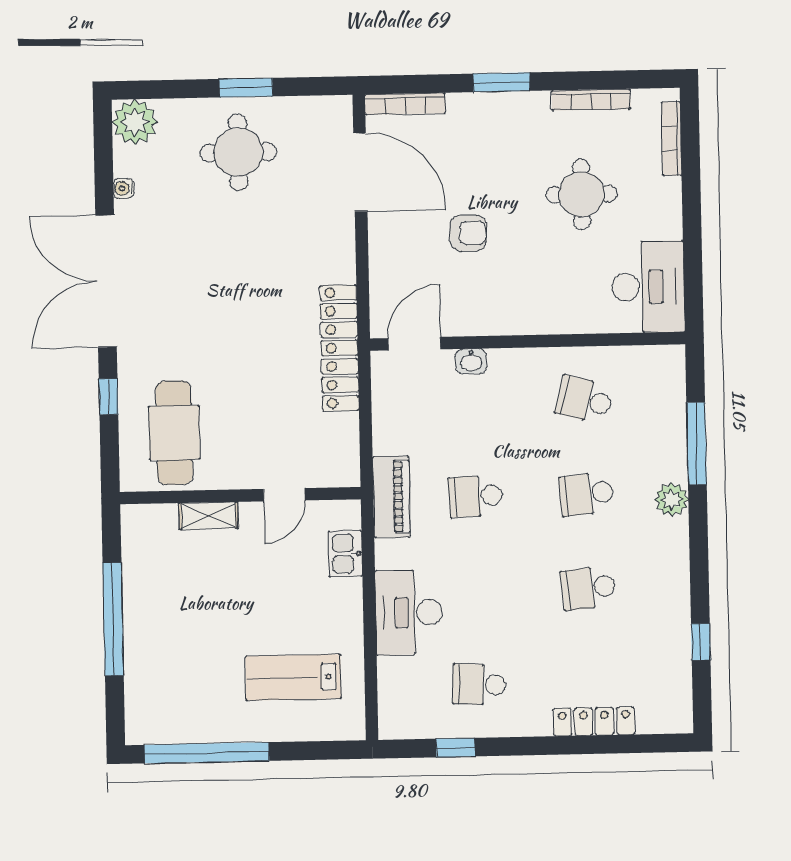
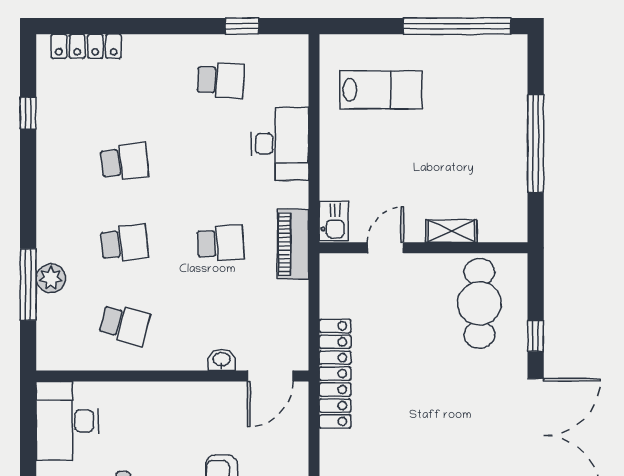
plant: (672, 500) -> (51, 278), moved
kitchen sink: (345, 554) -> (334, 221), moved
locker: (594, 721) -> (86, 46), moved

